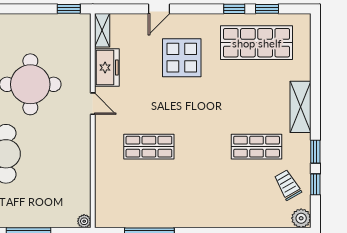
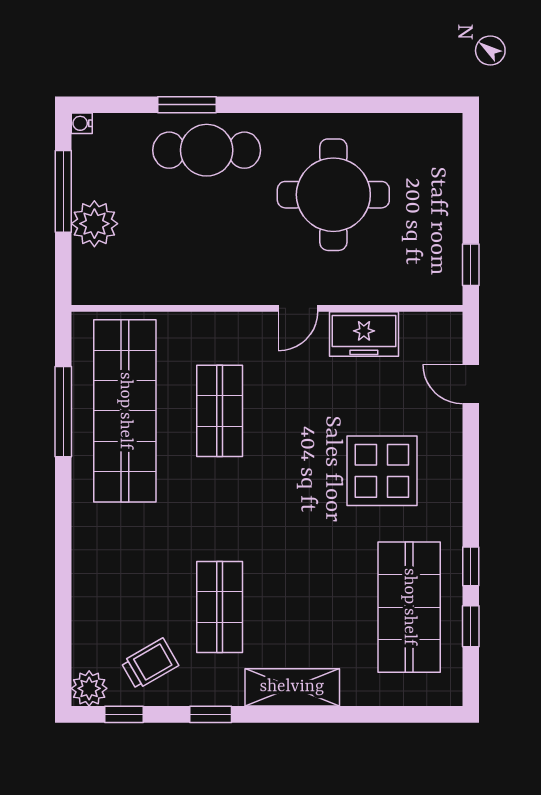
door: (159, 9) -> (471, 384), moved
shelving: (102, 30) -> (432, 326), removed
window: (315, 184) -> (124, 714), moved
shop shelf: (149, 199) -> (125, 411), added
plant: (84, 221) -> (94, 224), moved, width x1.87, depth x1.87

